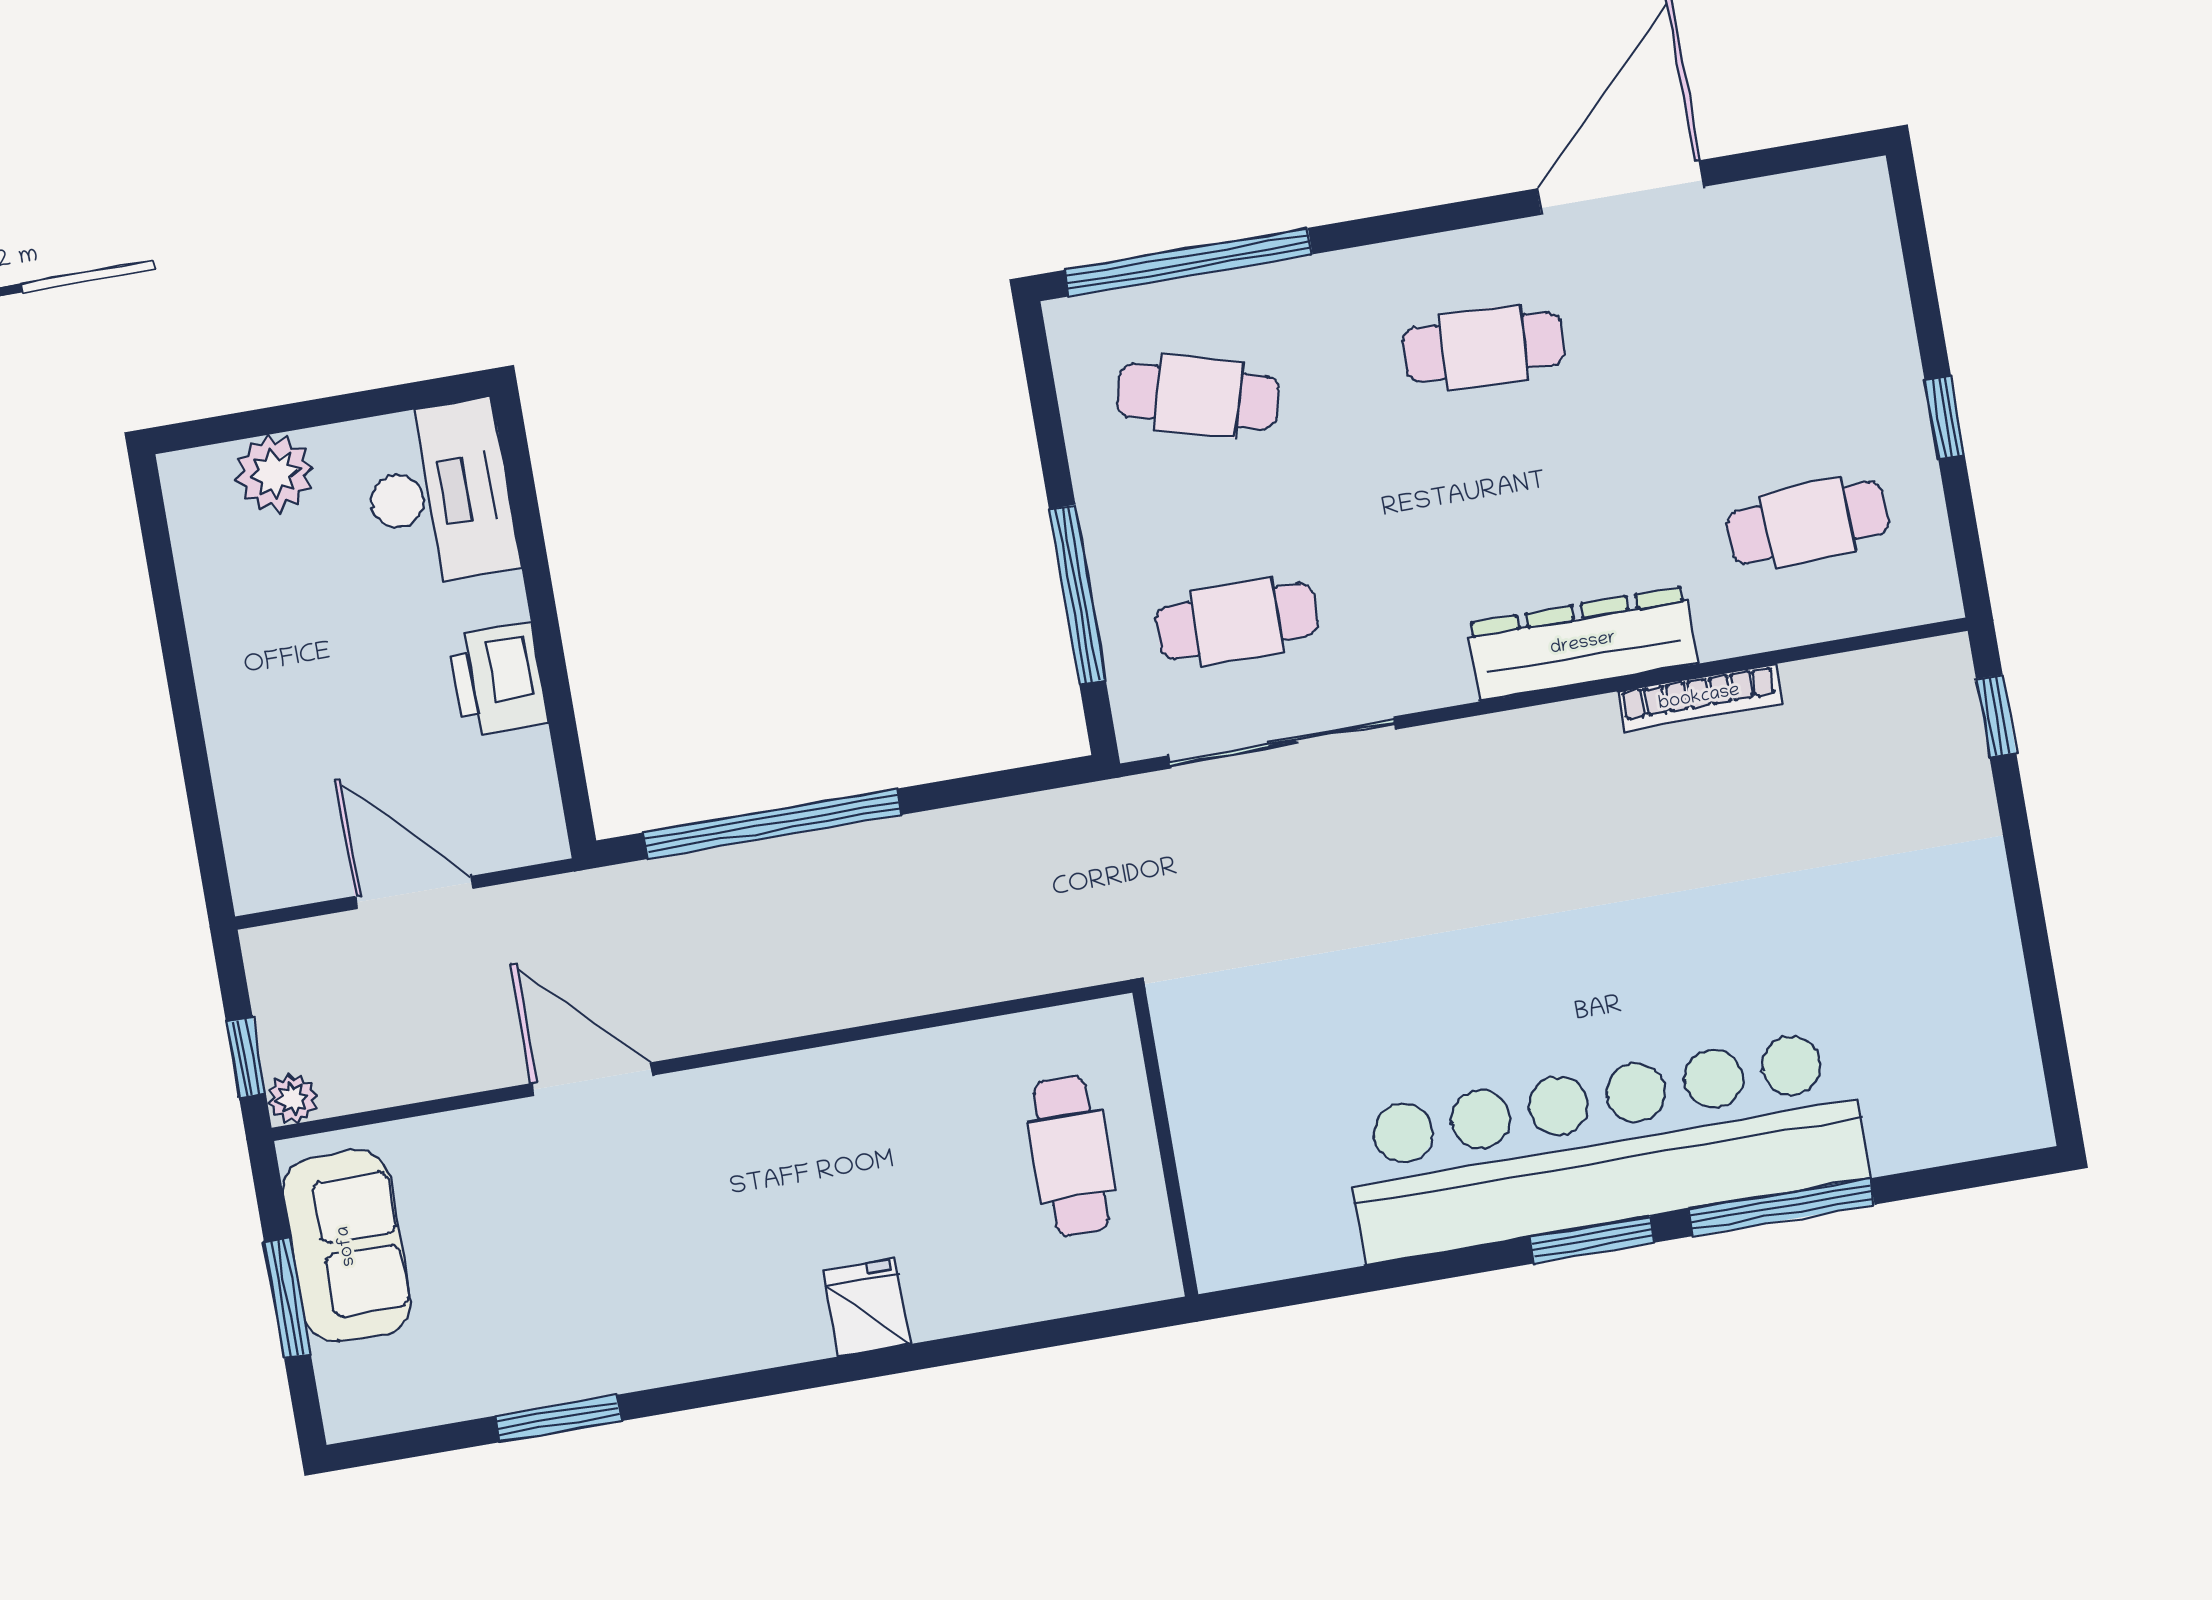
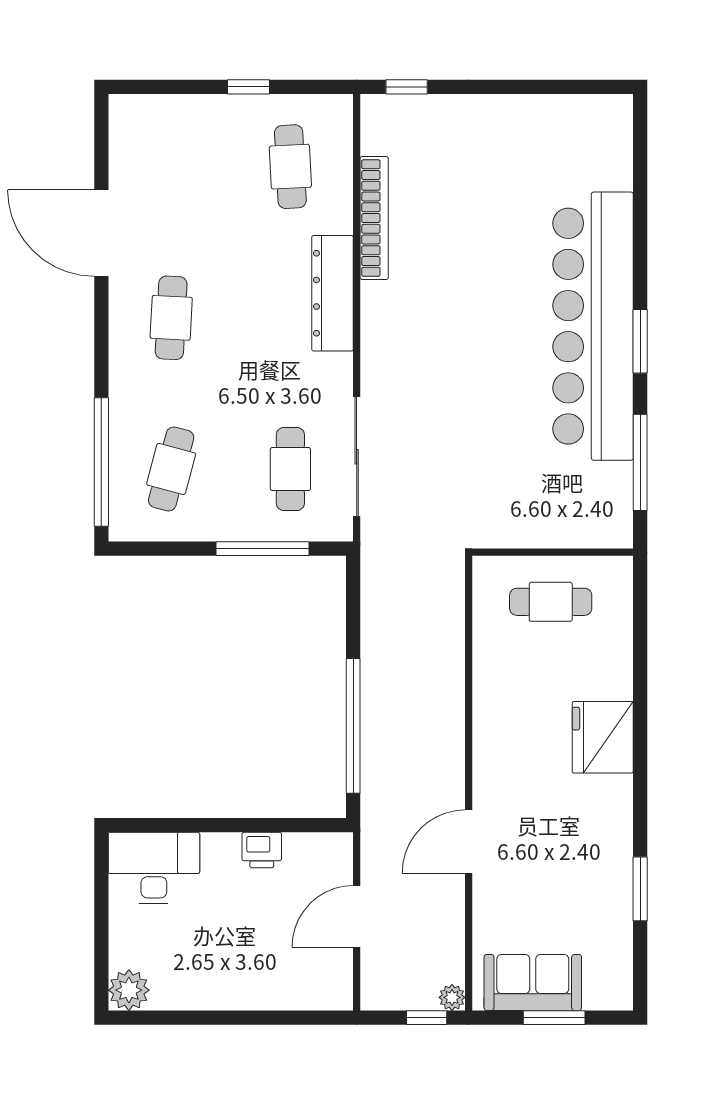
plant: (274, 473) -> (129, 990), moved
printer: (498, 679) -> (262, 850), width x0.73, depth x0.81
bookcase: (1699, 698) -> (374, 218), width x1.48, depth x1.31
window: (1781, 1207) -> (640, 462), moved
fridge: (867, 1307) -> (603, 737), width x1.88, depth x1.34

